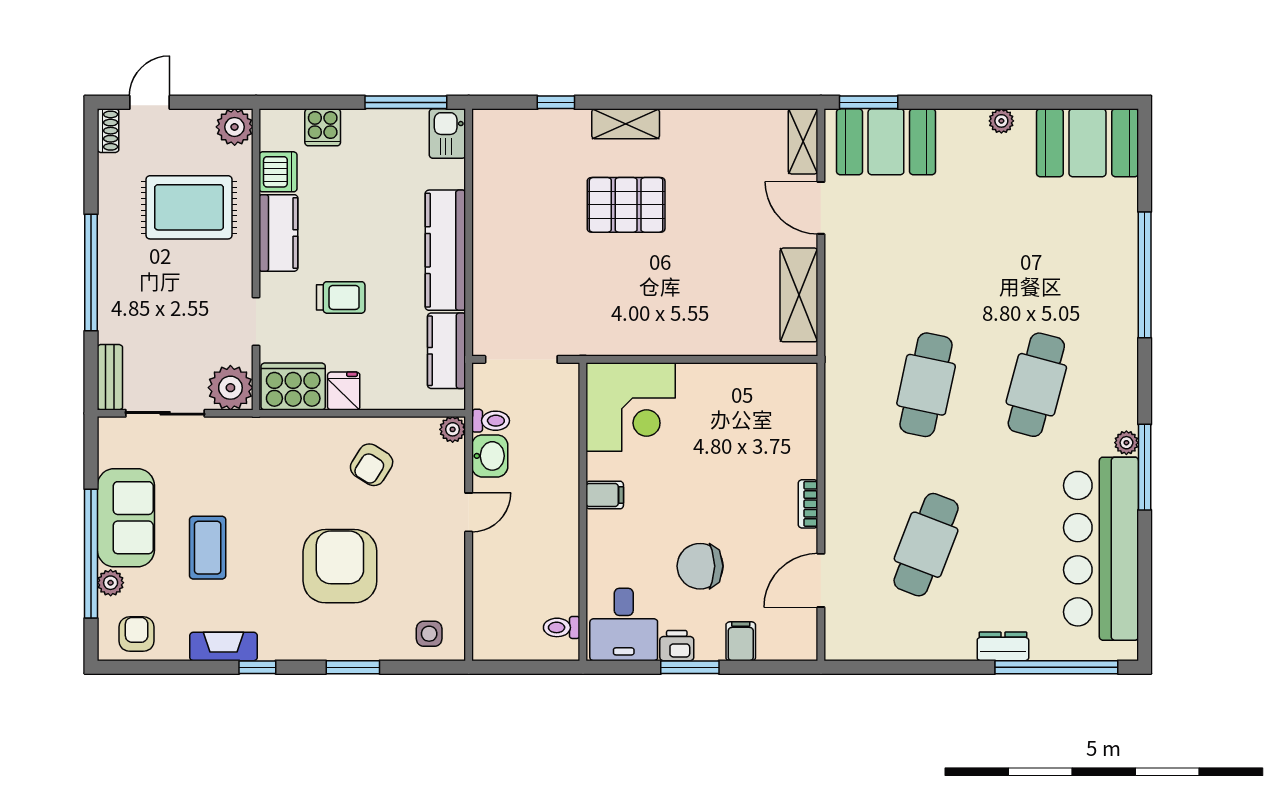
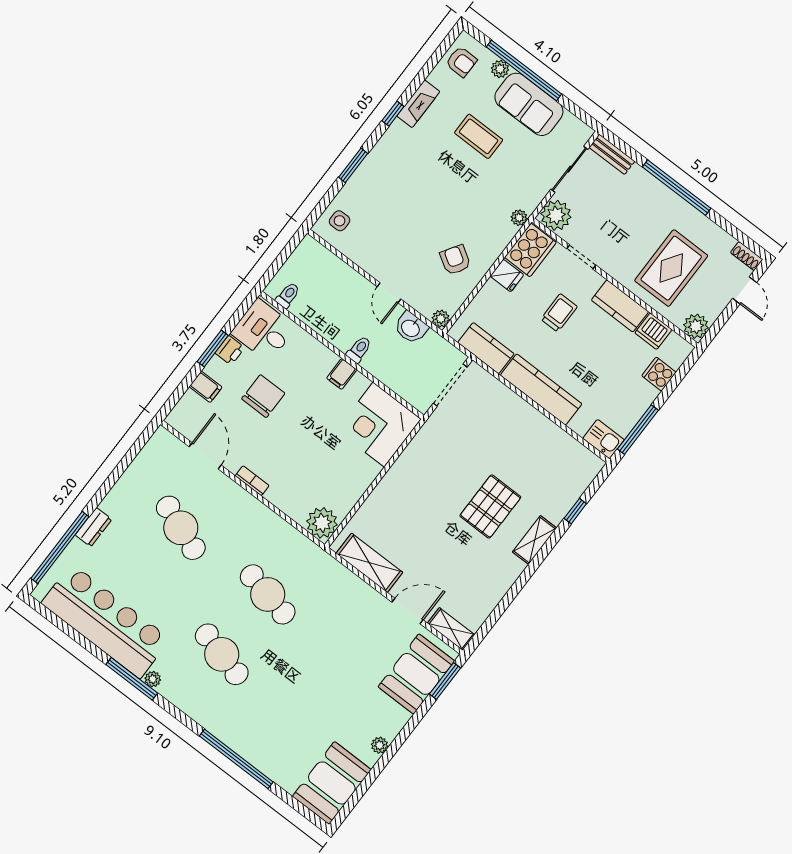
trolley: (341, 297) -> (559, 313), turned 180
plant: (795, 385) -> (322, 523), added
toilet: (491, 421) -> (359, 349), moved, turned 180
plant: (266, 428) -> (519, 218), added
armchair: (340, 566) -> (413, 200), removed

